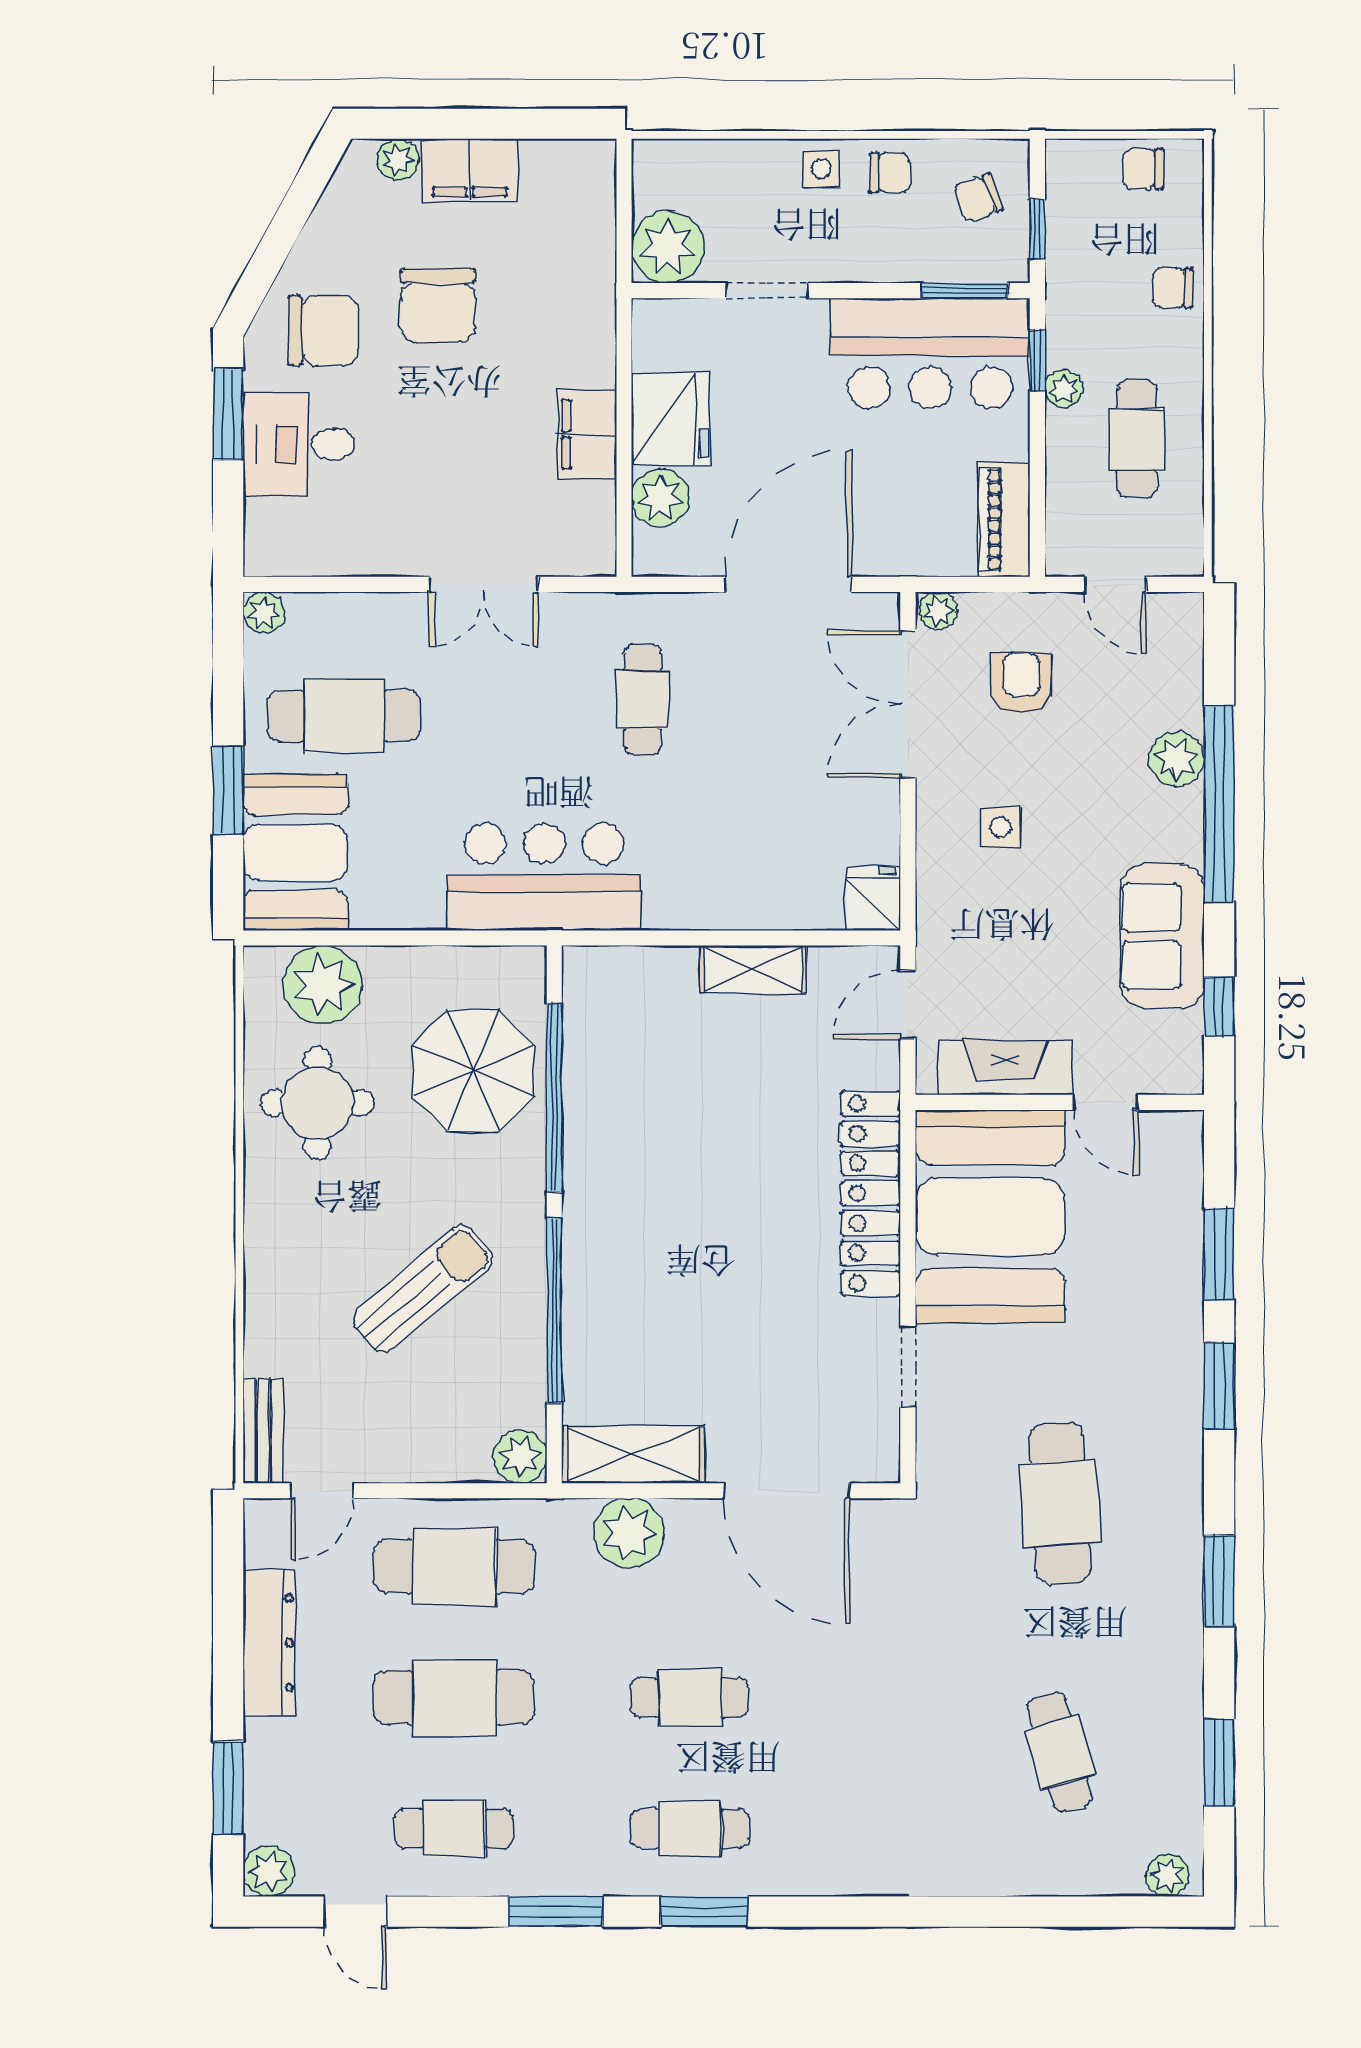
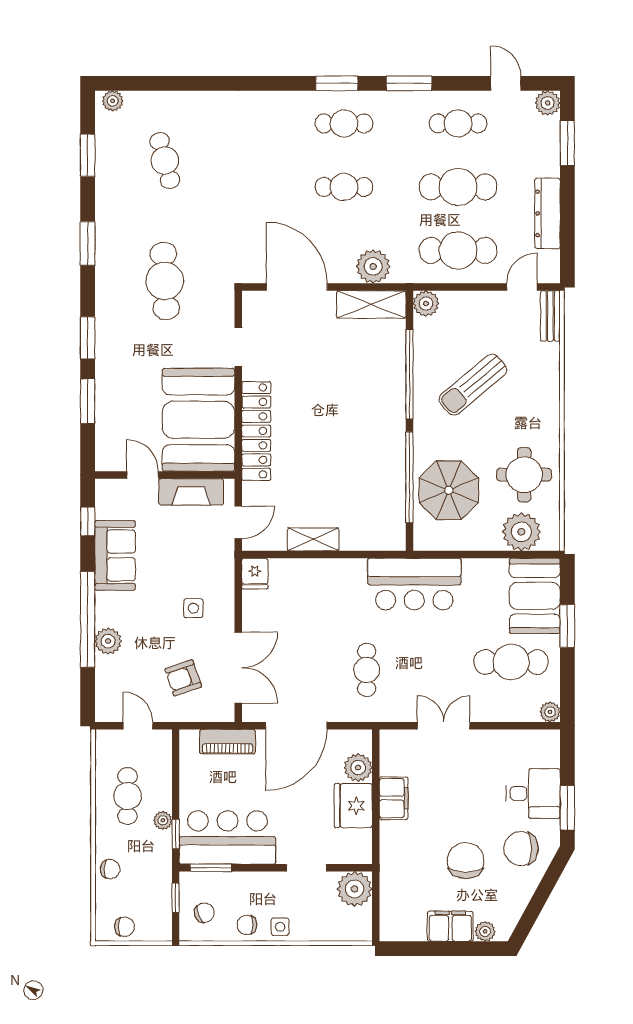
piano: (1004, 520) -> (228, 742), moved, turned 90
plant: (938, 611) -> (224, 713), removed
armchair: (1022, 683) -> (183, 678), turned 71

